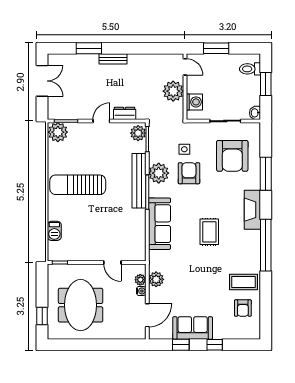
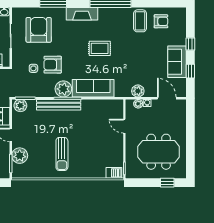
plant: (58, 132) -> (20, 156), moved
armchair: (232, 156) -> (39, 30), turned -90
plant: (159, 173) -> (63, 89), moved
sun lounger: (78, 185) -> (62, 154), width x0.73, depth x0.75
barbecue: (54, 231) -> (114, 173), moved
door: (112, 263) -> (124, 126), swing flipped

